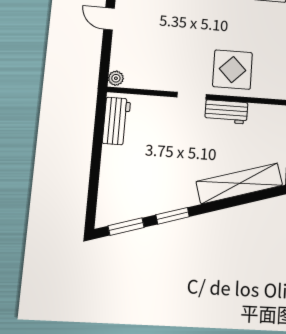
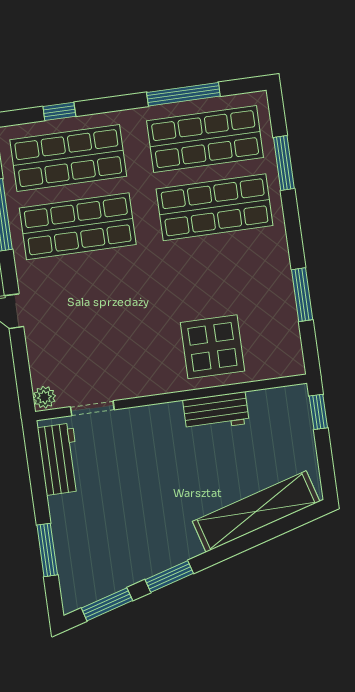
doorway: (192, 96) -> (92, 408), moved
window: (94, 181) -> (47, 550), added

